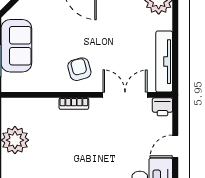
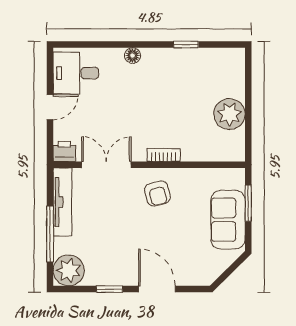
window: (175, 33) -> (50, 234), added
double door: (125, 95) -> (106, 165), swing flipped

